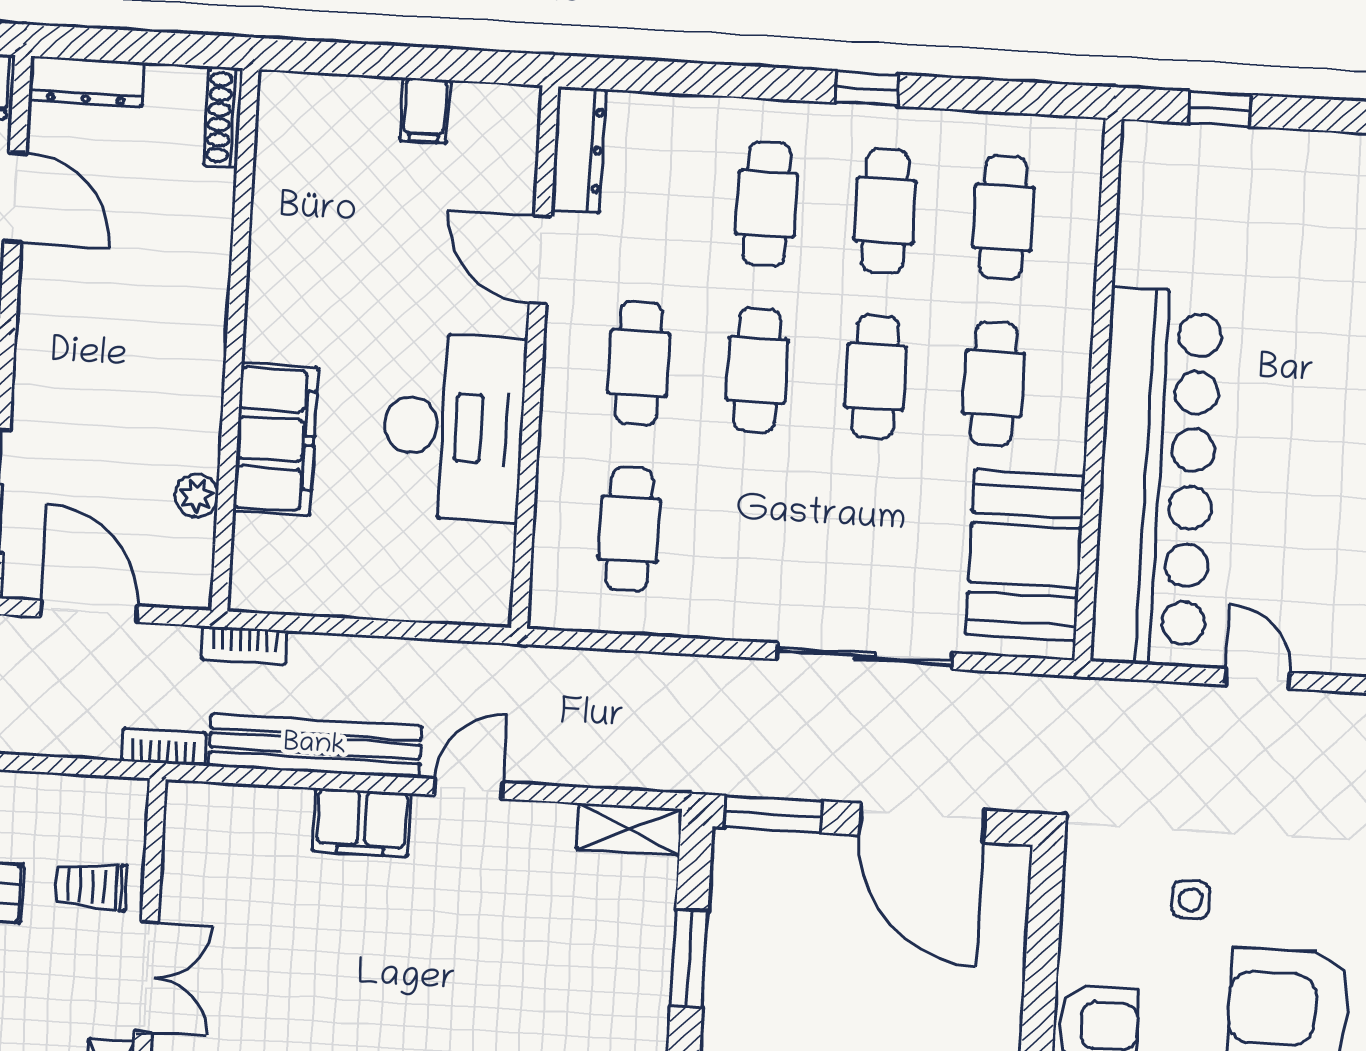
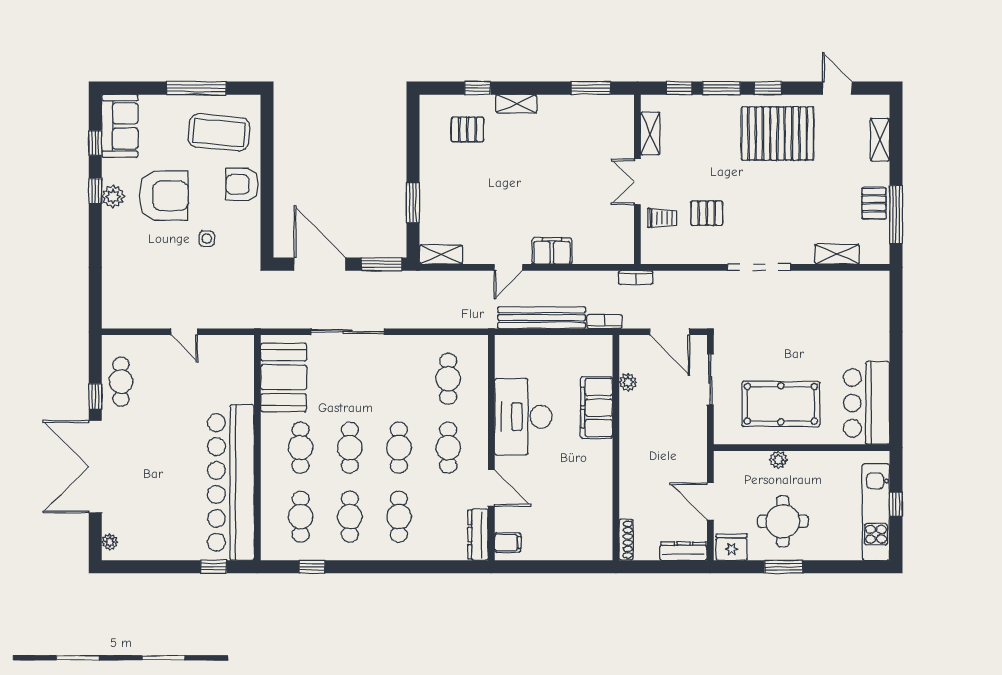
window: (867, 89) -> (312, 567), moved
filing cabinet: (425, 110) -> (508, 543), moved, turned 90
bar counter: (1157, 477) -> (231, 482), moved
bench: (315, 746) -> (542, 318), moved

